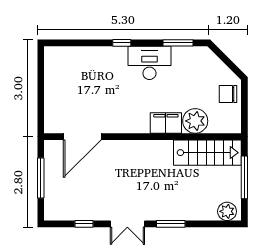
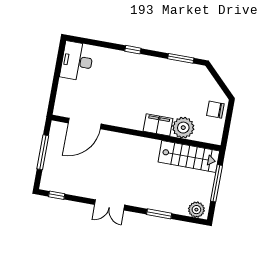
desk: (149, 63) -> (77, 61), moved, turned -90
window: (84, 224) -> (57, 195), moved
window: (171, 224) -> (159, 214), moved

